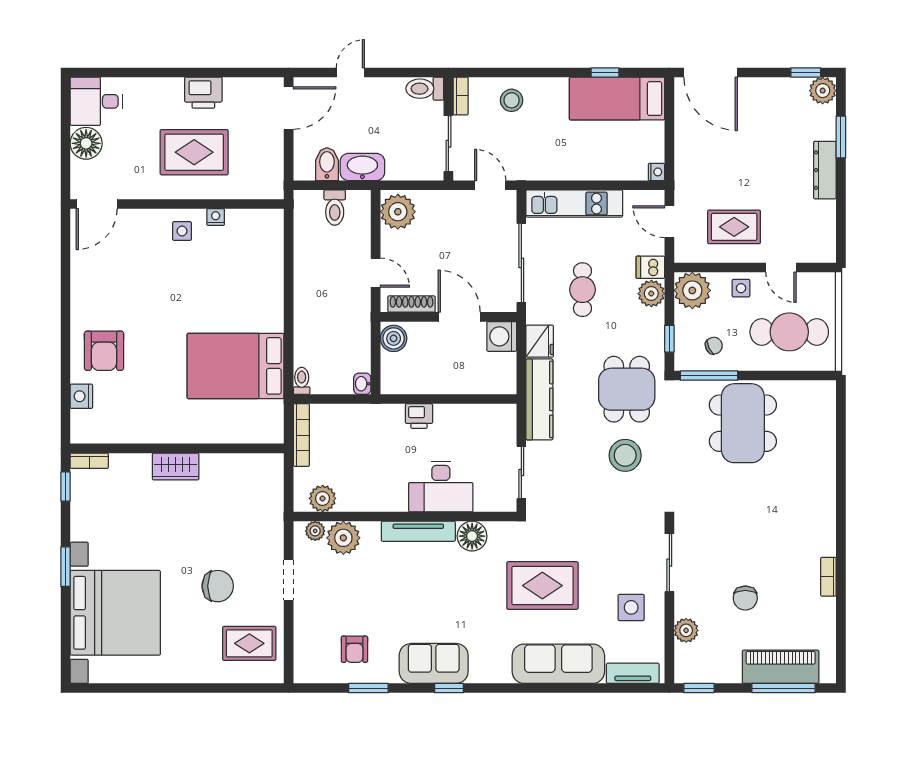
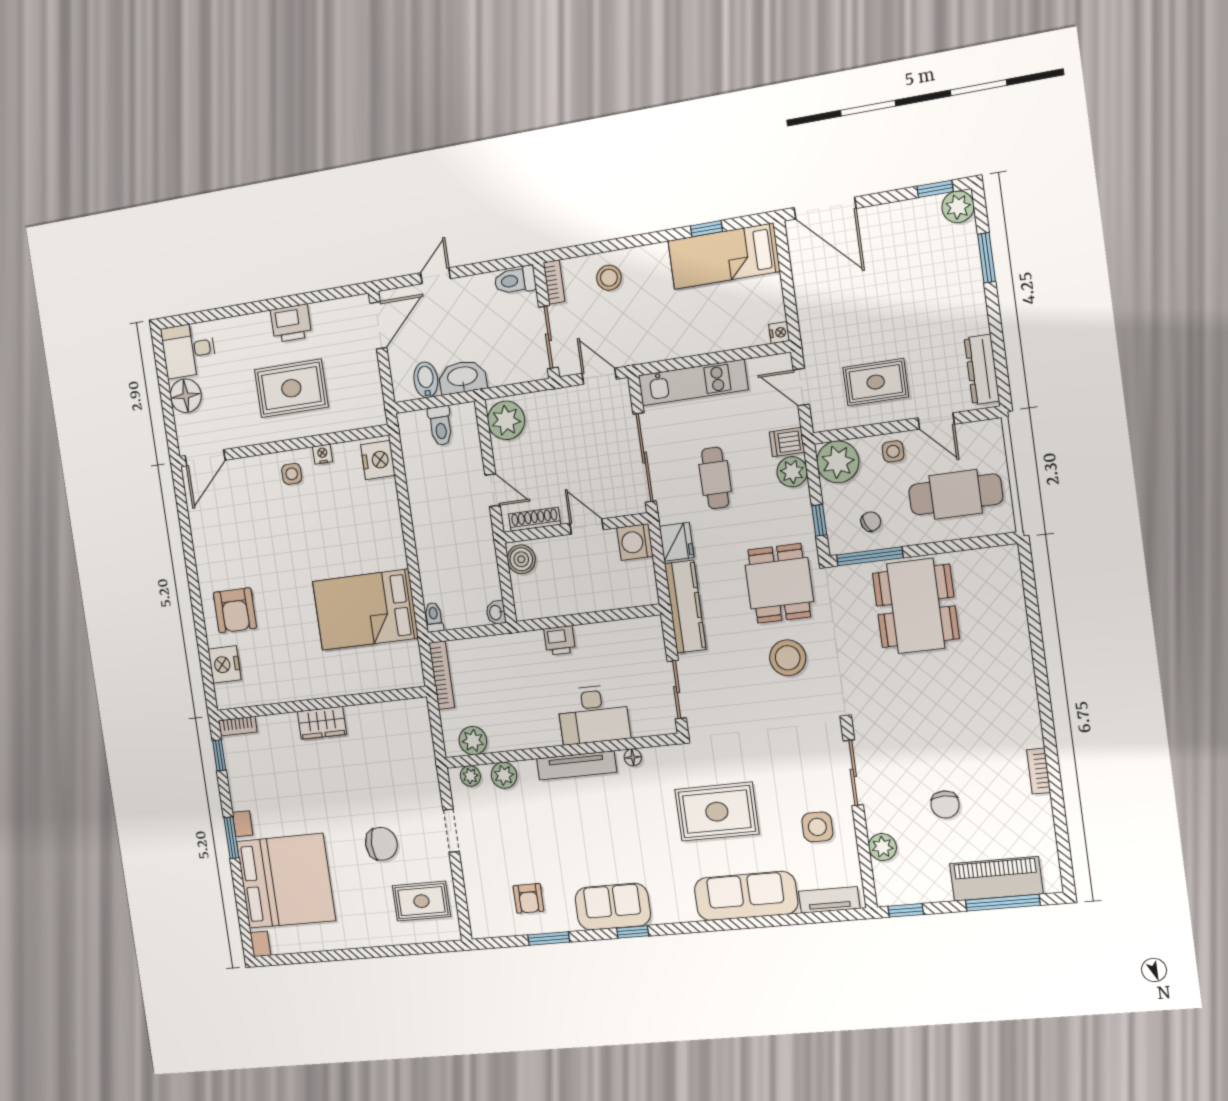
dresser: (825, 170) -> (982, 370), moved
nightstand: (269, 230) -> (378, 460), added
door: (459, 317) -> (587, 526), width x0.73
nightstand: (81, 396) -> (225, 664), width x1.36, depth x1.33
floor lamp: (472, 536) -> (633, 757), width x0.53, depth x0.53
plant: (343, 538) -> (504, 775), width x0.73, depth x0.73

